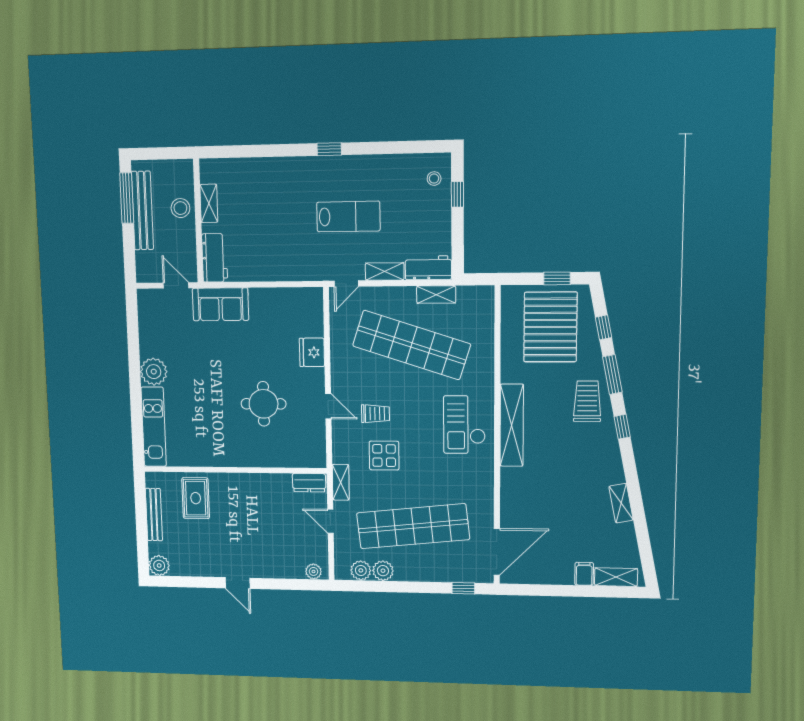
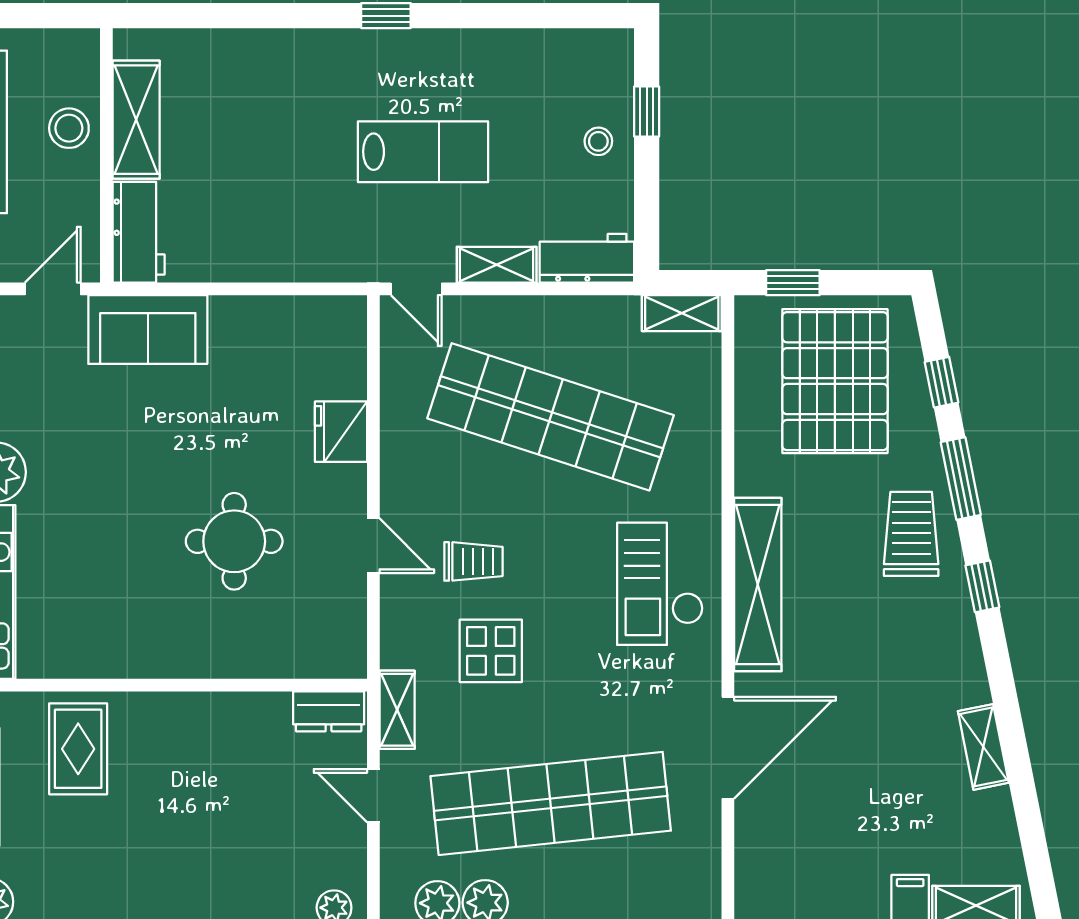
stool: (434, 179) -> (598, 141), moved
shelving: (209, 203) -> (136, 120), width x1.50, depth x1.33
window: (557, 278) -> (793, 283), moved
door: (346, 284) -> (416, 289), hinge flipped
door: (176, 285) -> (53, 289), hinge flipped
shelving: (436, 295) -> (682, 313), moved
door: (497, 552) -> (728, 748), moved

